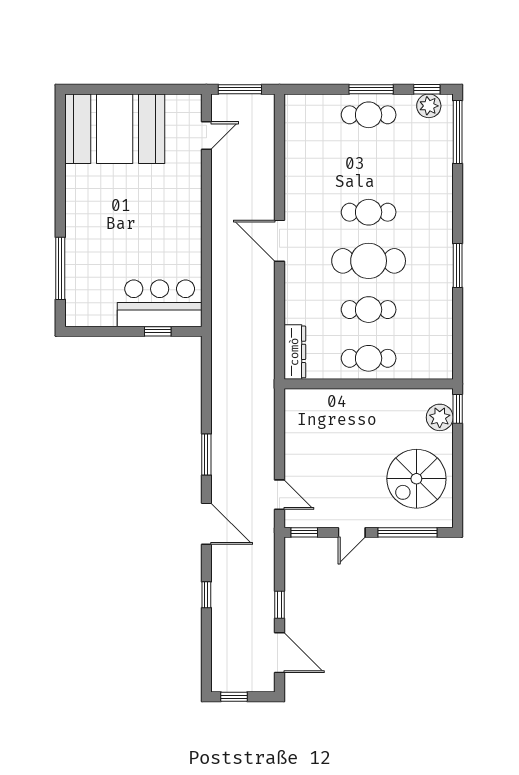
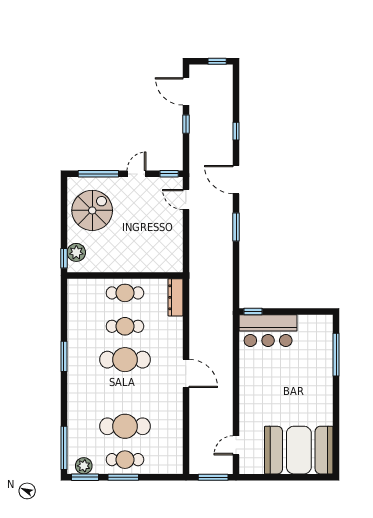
window: (427, 89) -> (85, 477), width x1.50
cafe table: (369, 212) -> (125, 426), moved, width x1.37, depth x1.35
window: (158, 331) -> (253, 311), moved

